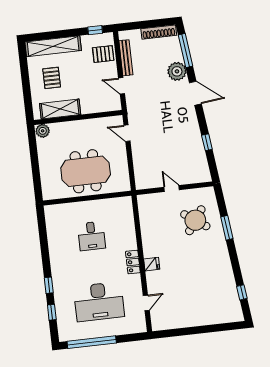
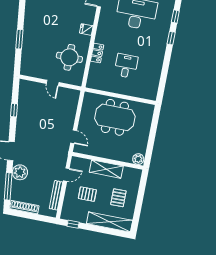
pallet: (103, 54) -> (87, 194), moved
door: (122, 86) -> (66, 175), hinge flipped
shelving: (60, 109) -> (106, 169), moved
round table: (195, 220) -> (69, 57), moved, turned -35
locker: (133, 262) -> (97, 53), moved

